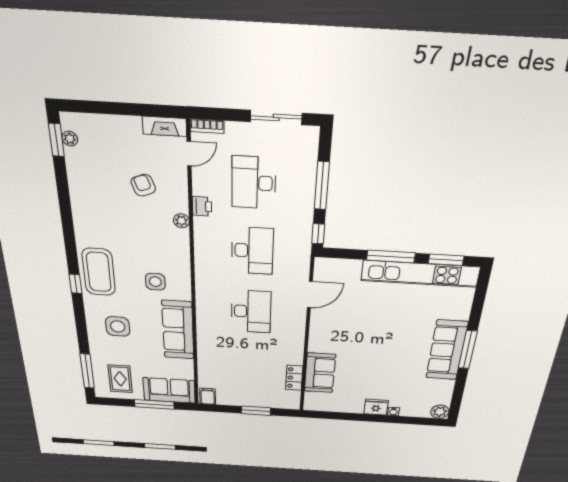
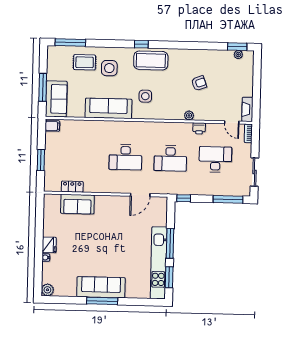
armchair: (143, 185) -> (199, 83), moved
window: (322, 186) -> (228, 199), moved
door: (310, 295) -> (140, 195), hinge flipped
rug: (120, 379) -> (85, 62), moved

